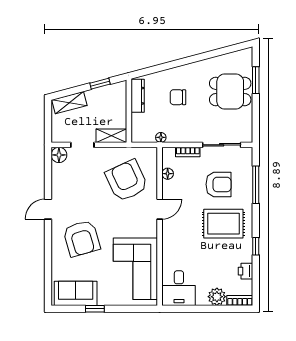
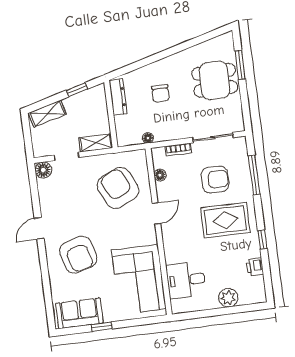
chair: (178, 97) -> (161, 93), turned -90
desk: (179, 288) -> (186, 280), moved, turned 90
bookcase: (240, 300) -> (253, 299), removed

